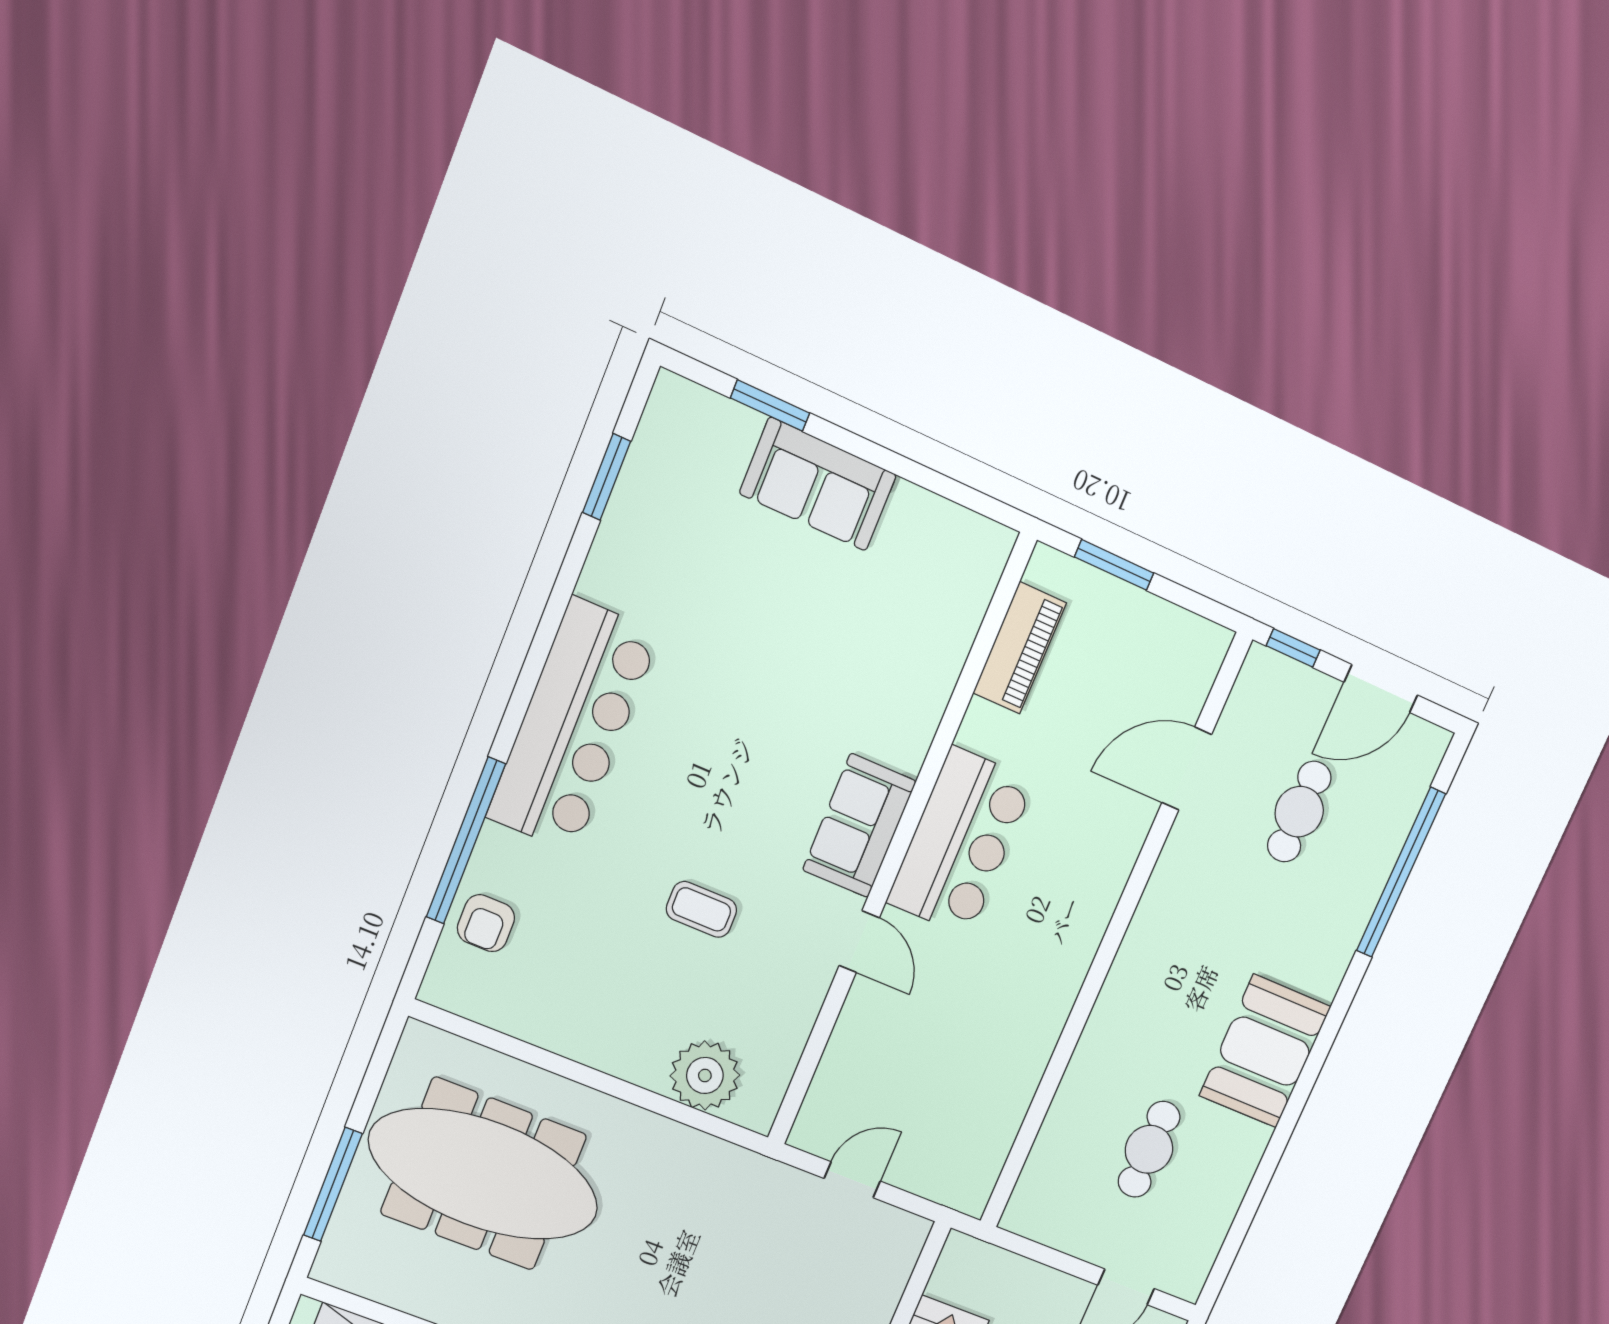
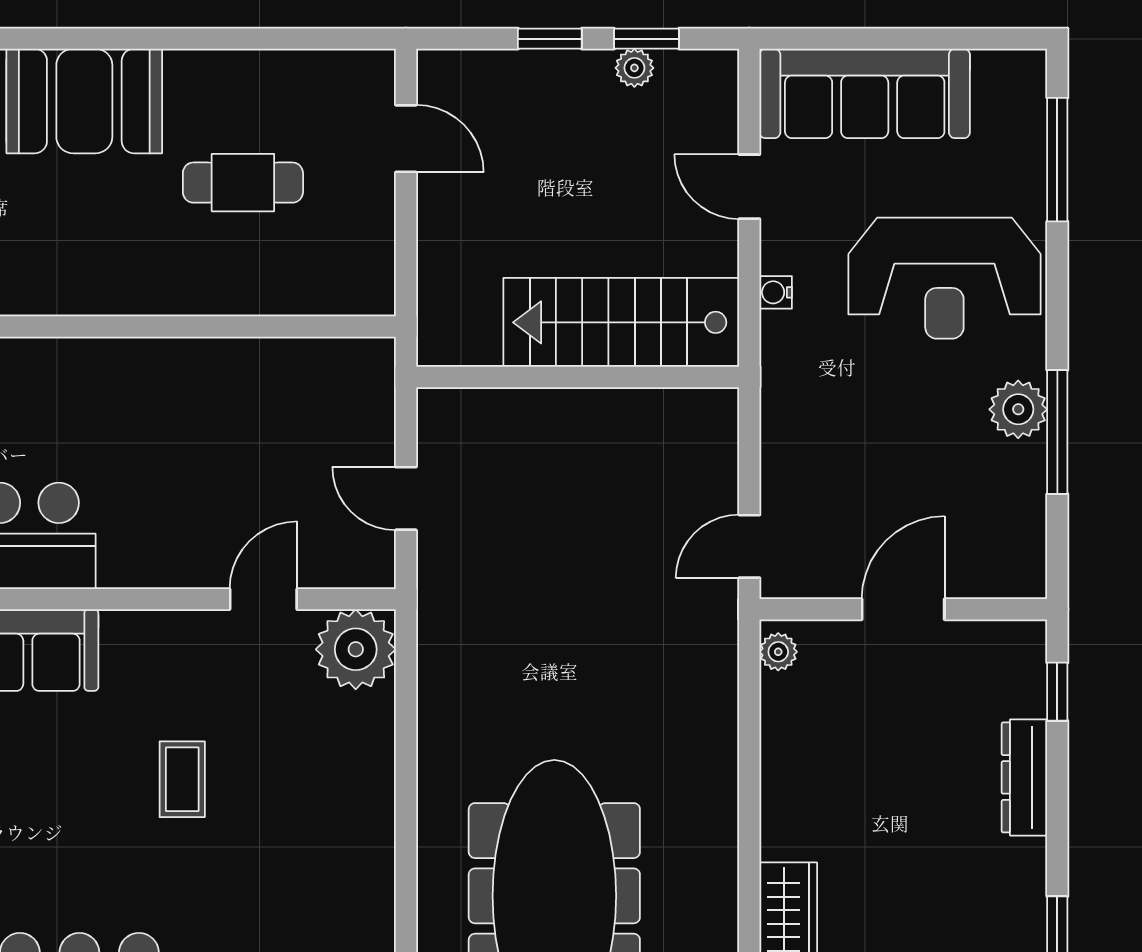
door: (859, 942) -> (263, 599), moved
plant: (705, 1075) -> (356, 649), moved

